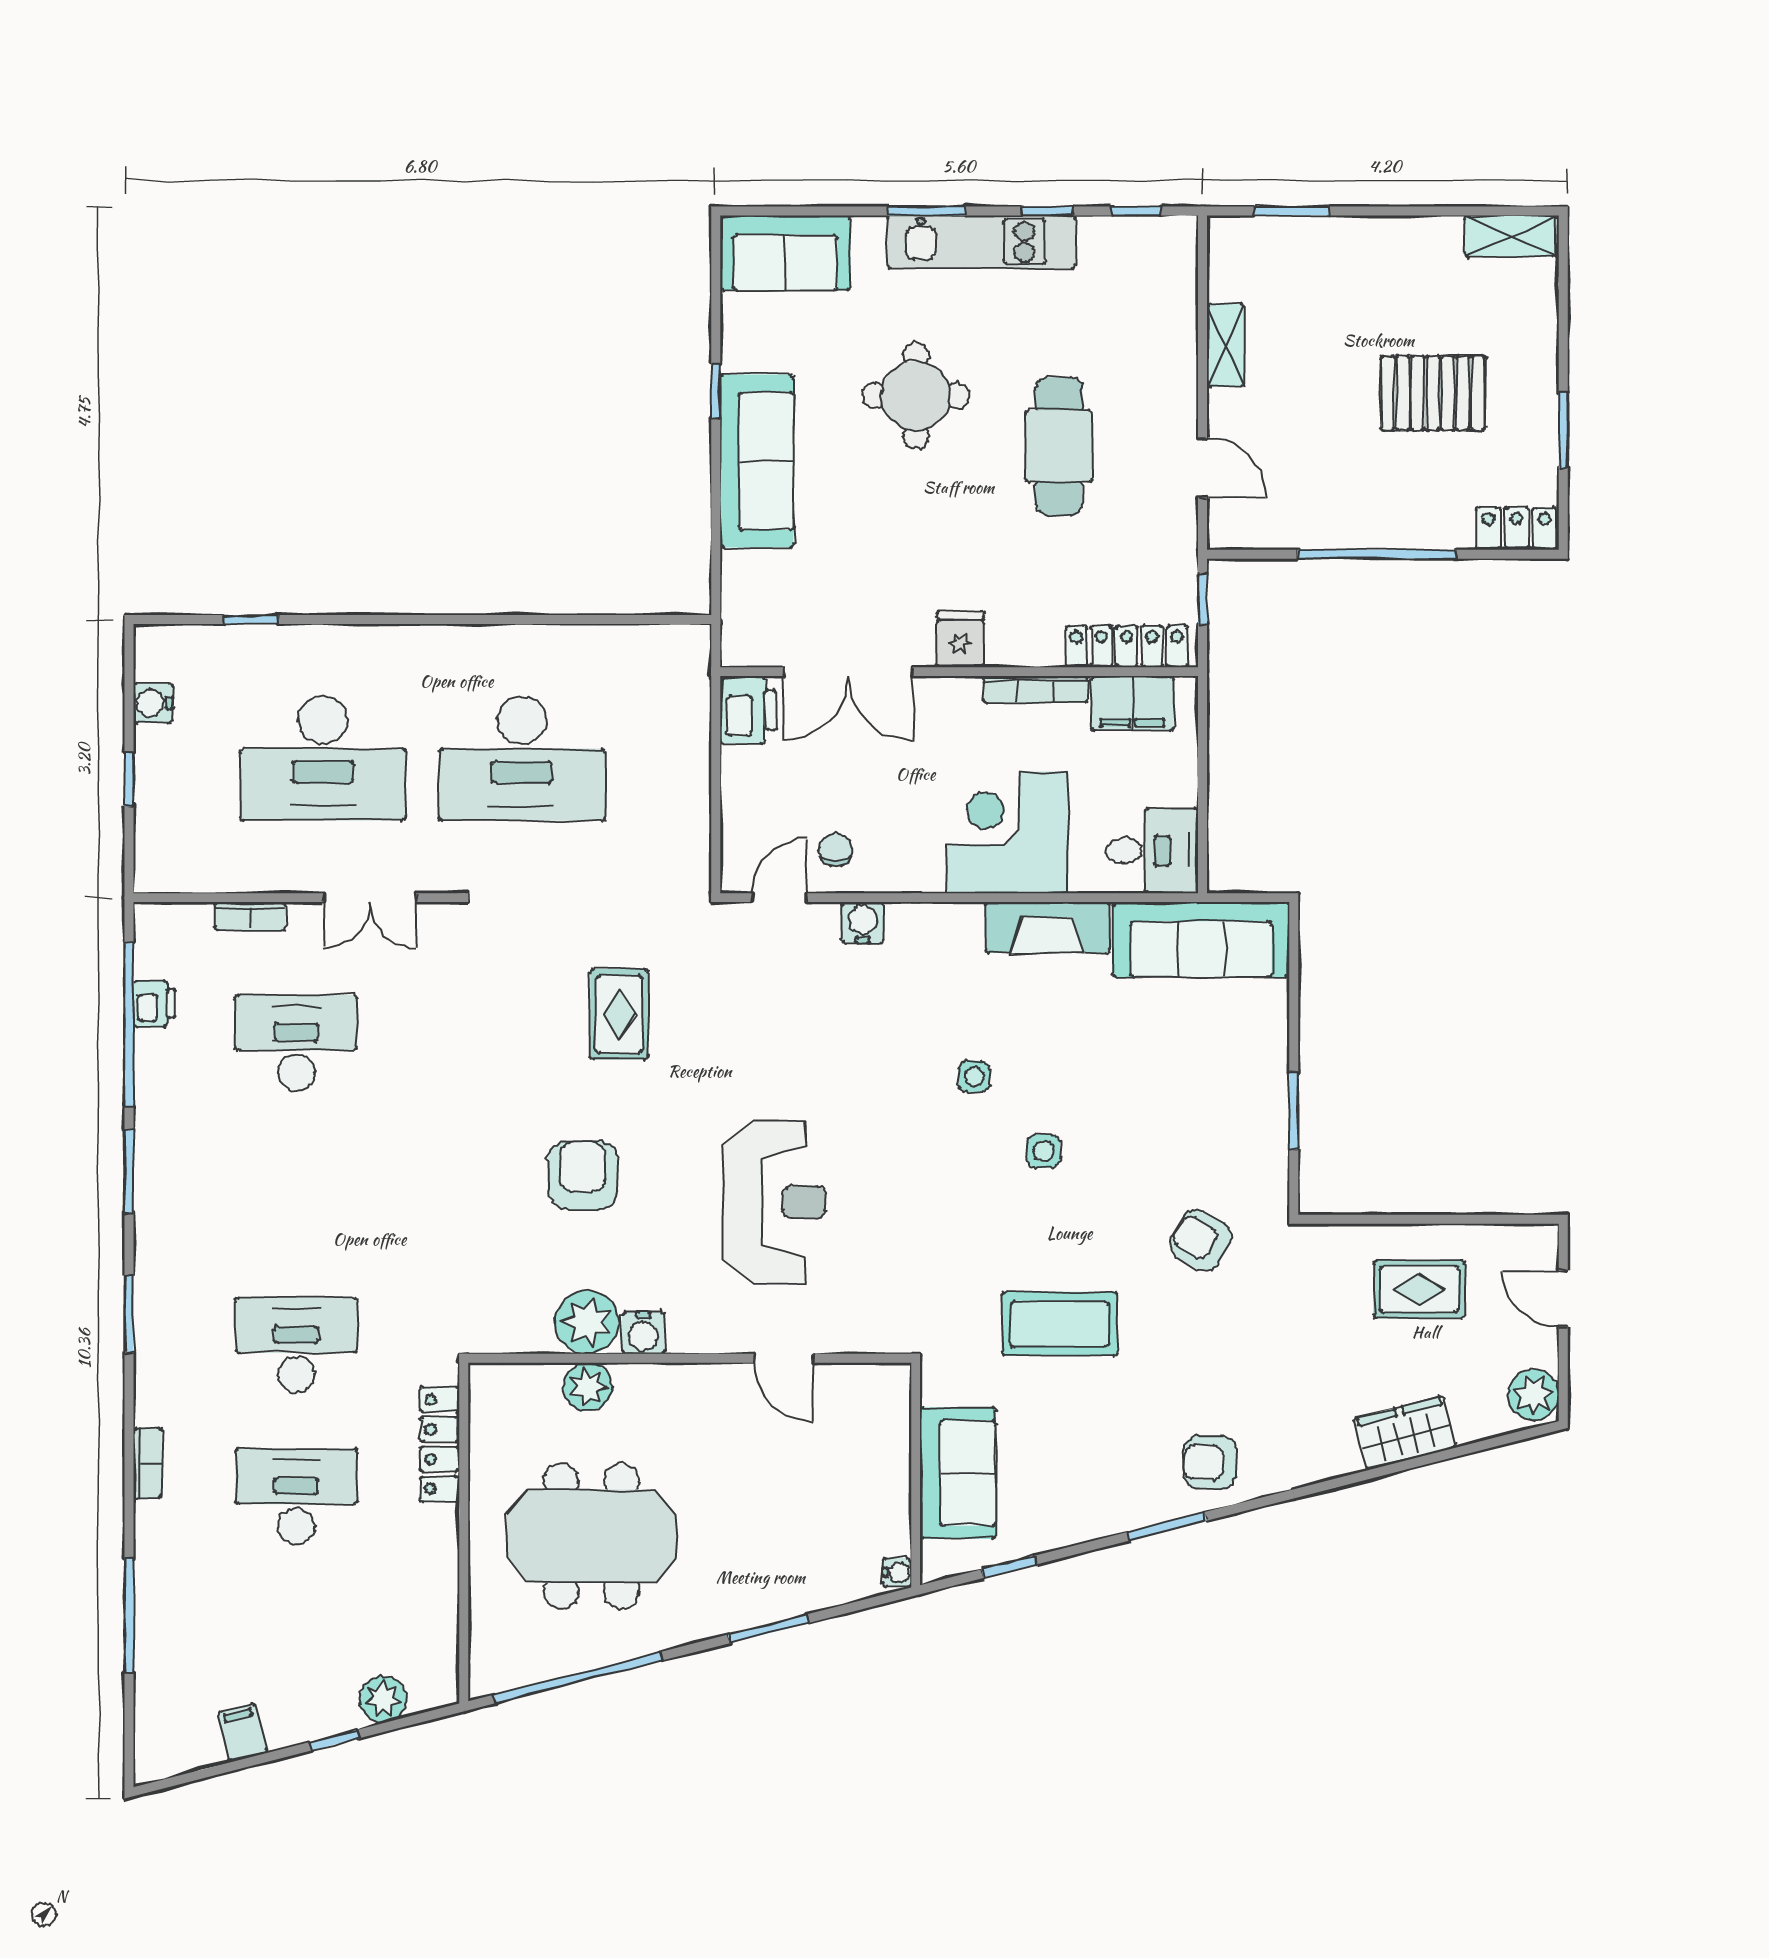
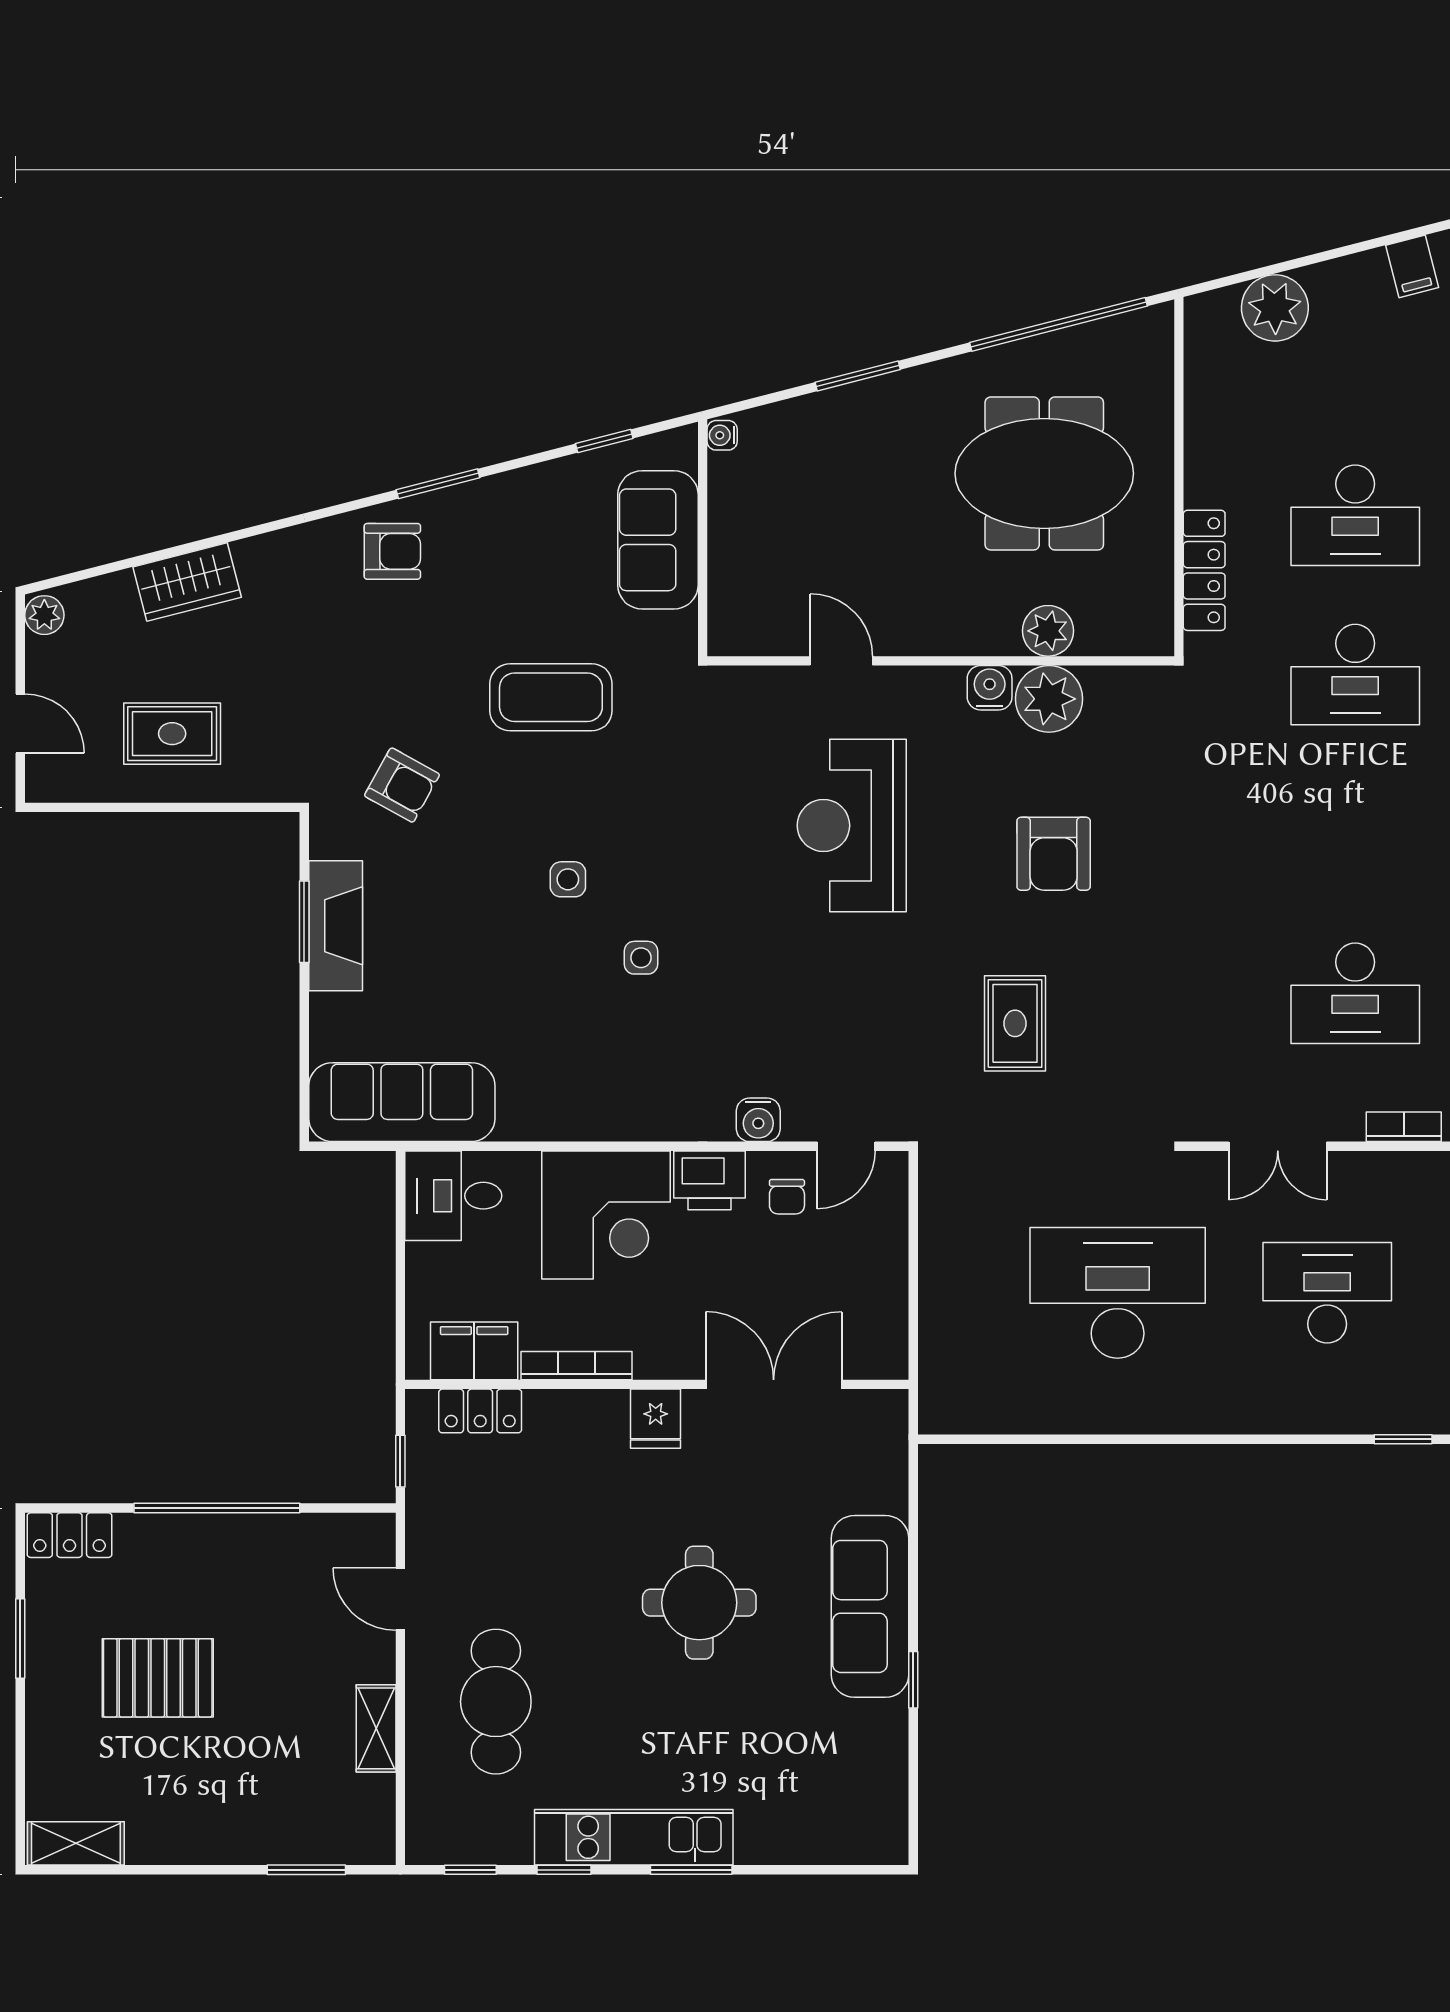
sofa: (785, 253) -> (840, 1826), removed
round table: (916, 396) -> (699, 1603), moved
cafe table: (1059, 446) -> (496, 1702), moved
locker: (1127, 646) -> (480, 1411), width x0.66
printer: (748, 710) -> (710, 1180), moved, turned -90
desk: (323, 759) -> (1327, 1293), width x0.73, depth x0.77
double door: (370, 898) -> (1278, 1146), swing flipped
fireplace: (1047, 927) -> (336, 926), moved, turned 90
plant: (1533, 1395) -> (44, 615), width x0.73, depth x0.73
plant: (383, 1699) -> (1275, 308), width x1.36, depth x1.36
window: (334, 1740) -> (1315, 258), removed

